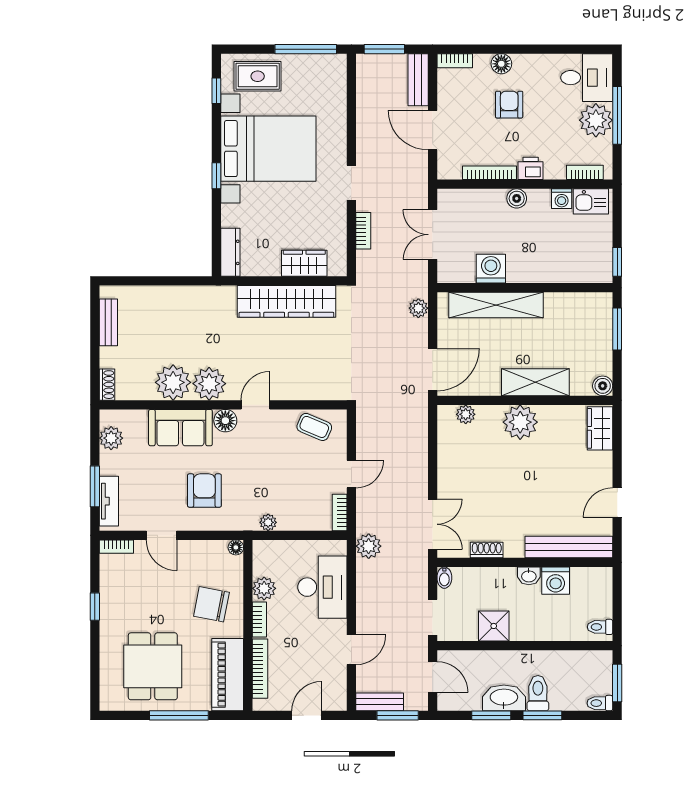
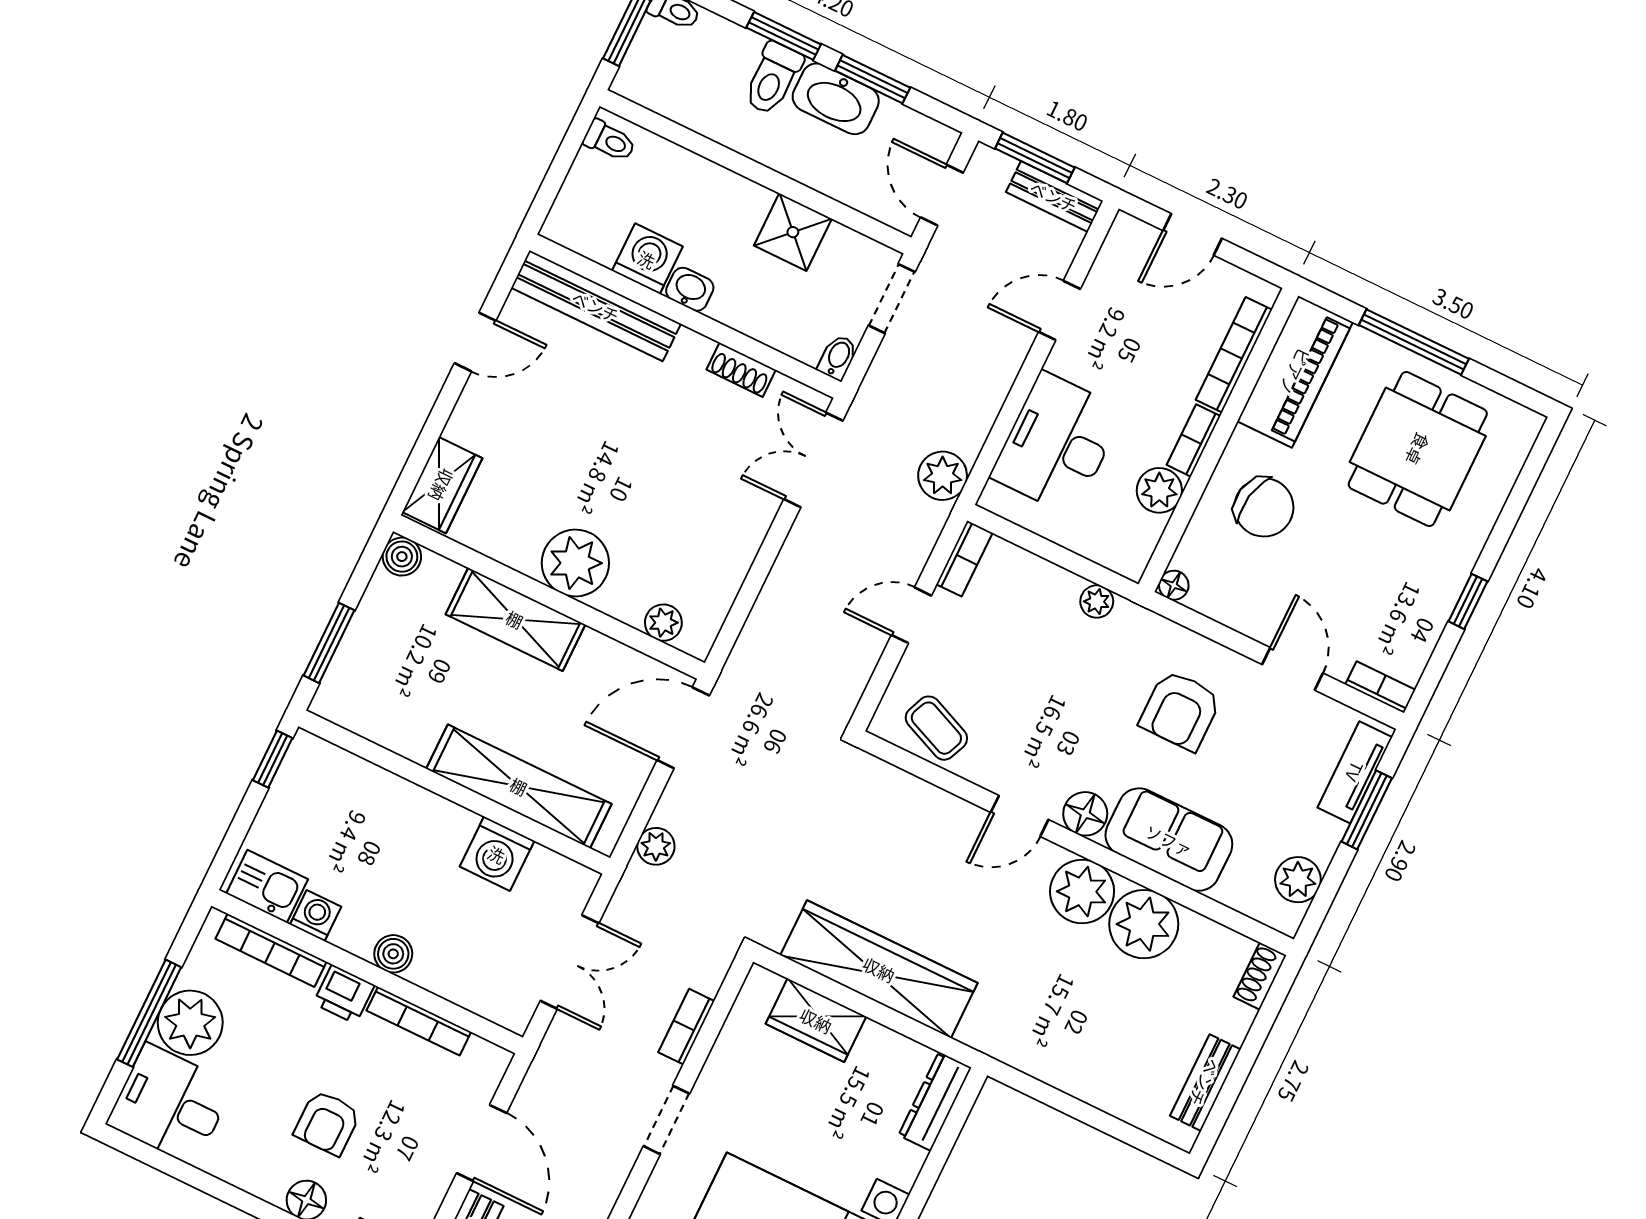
bookcase: (585, 172) -> (271, 950), width x1.56

